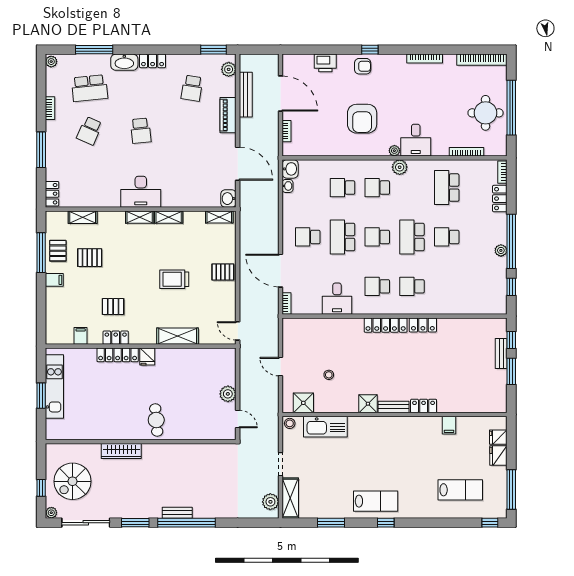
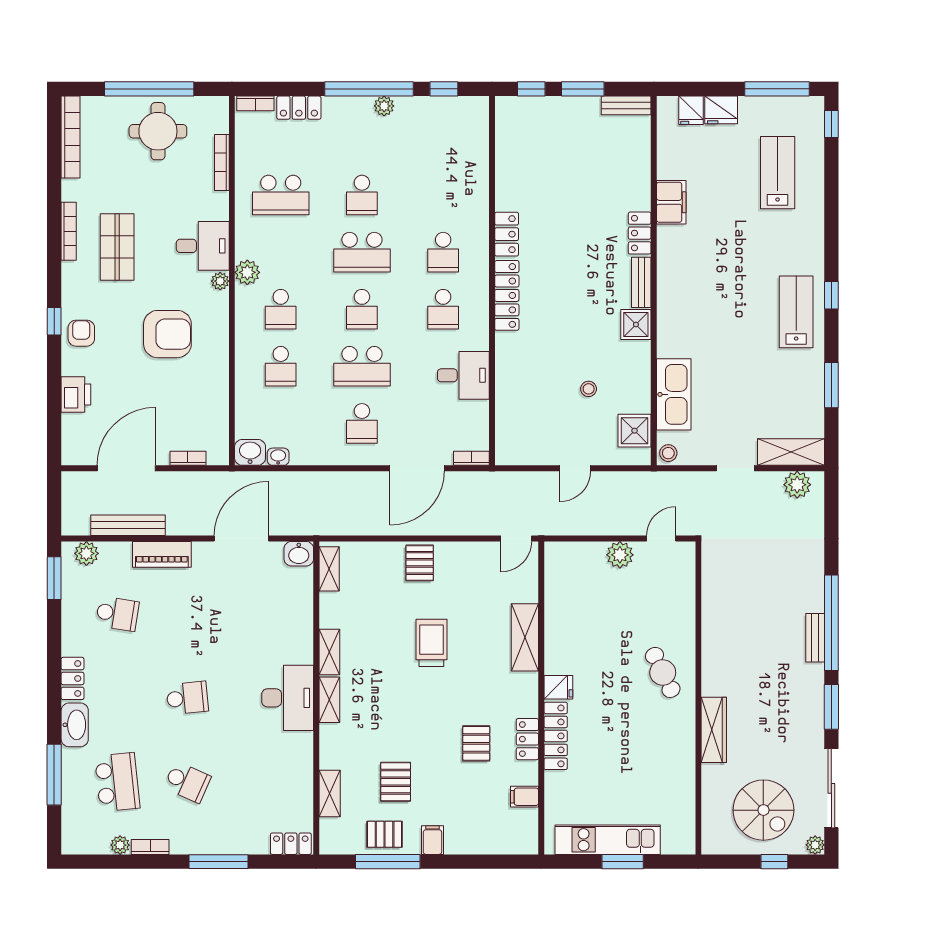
plant: (51, 62) -> (120, 845), moved
shop shelf: (415, 88) -> (117, 247), added
trolley: (174, 279) -> (431, 643), turned 180
bench: (501, 354) -> (626, 105), moved
cafe table: (156, 420) -> (663, 672), turned 69
filing cabinet: (449, 425) -> (671, 202), width x2.00

